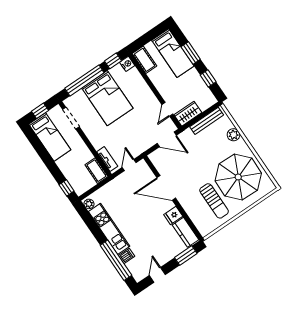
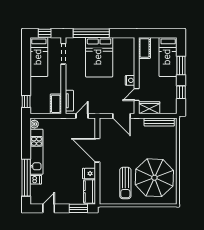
window: (113, 61) -> (121, 33), removed
nightstand: (127, 64) -> (130, 80), moved
plant: (233, 135) -> (172, 145), removed

